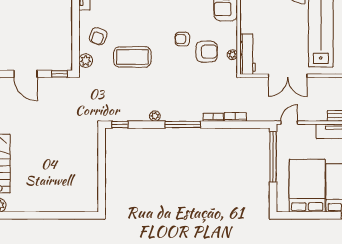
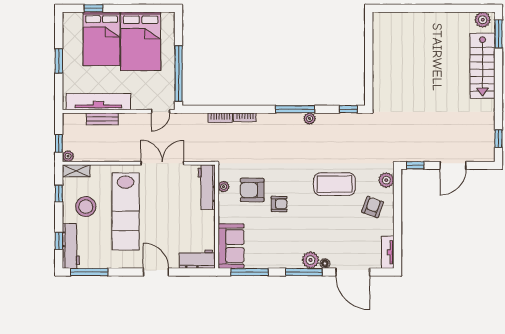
door: (26, 74) -> (453, 165), swing flipped
window: (183, 125) -> (295, 109), moved

